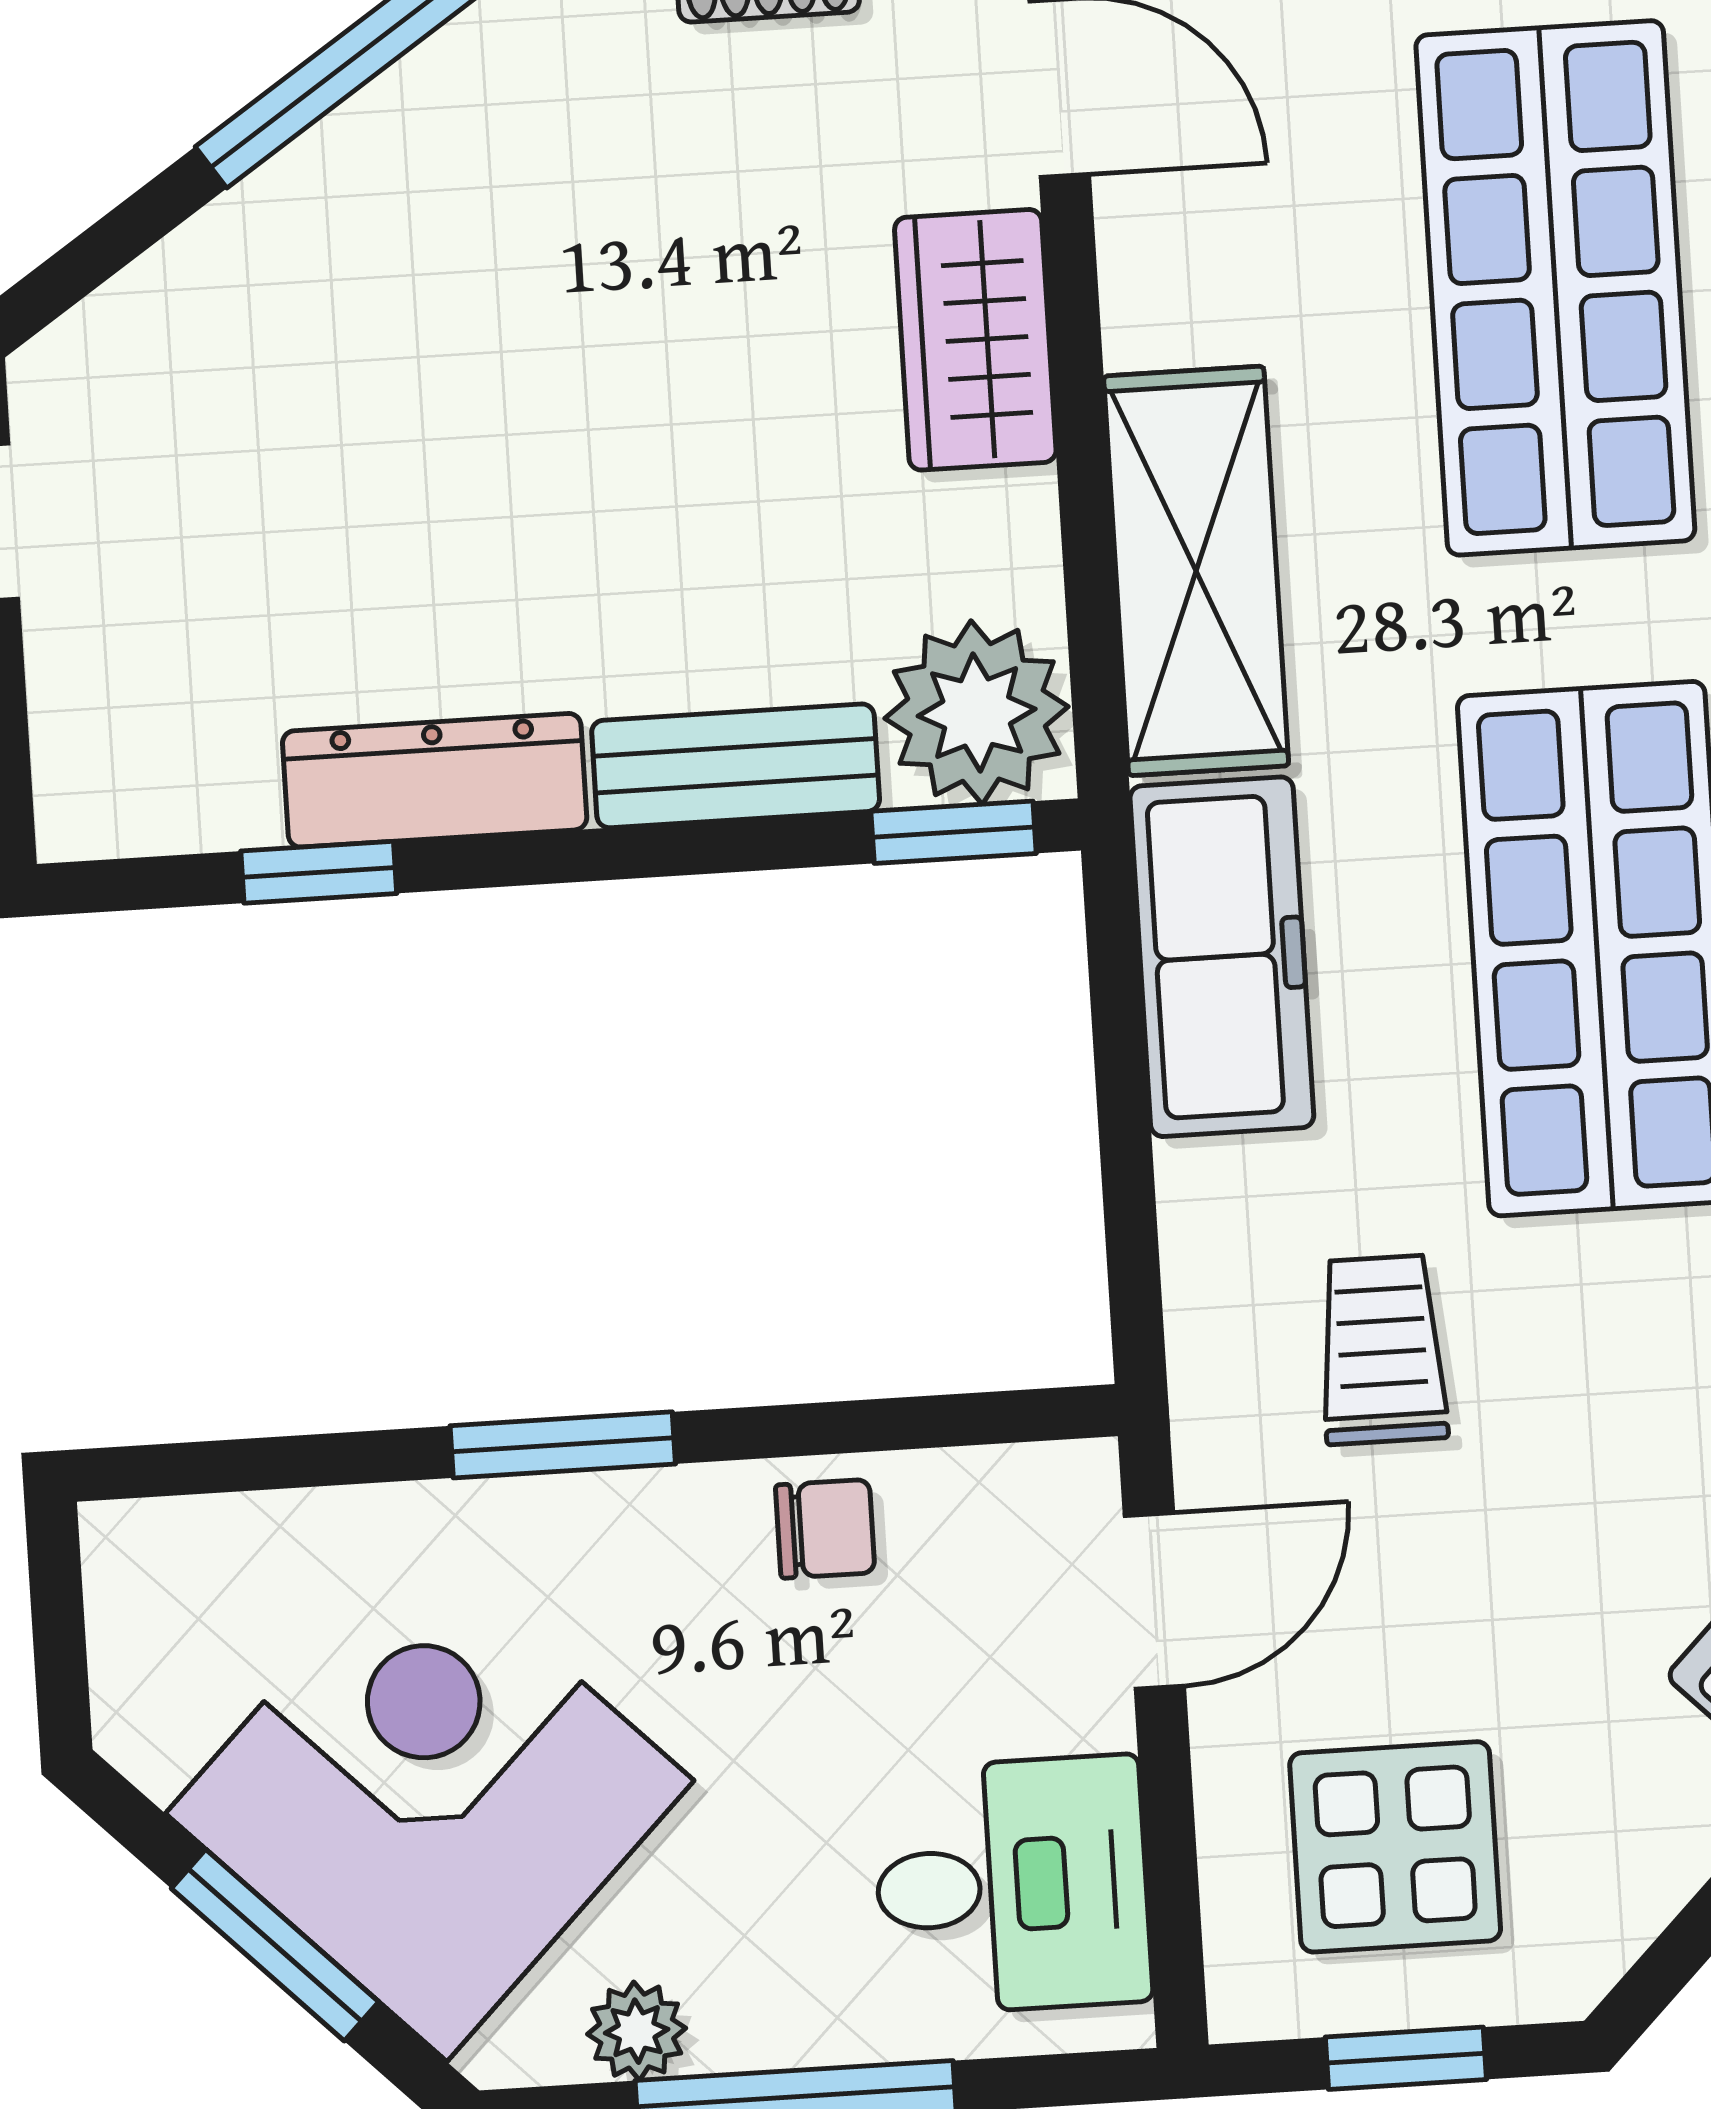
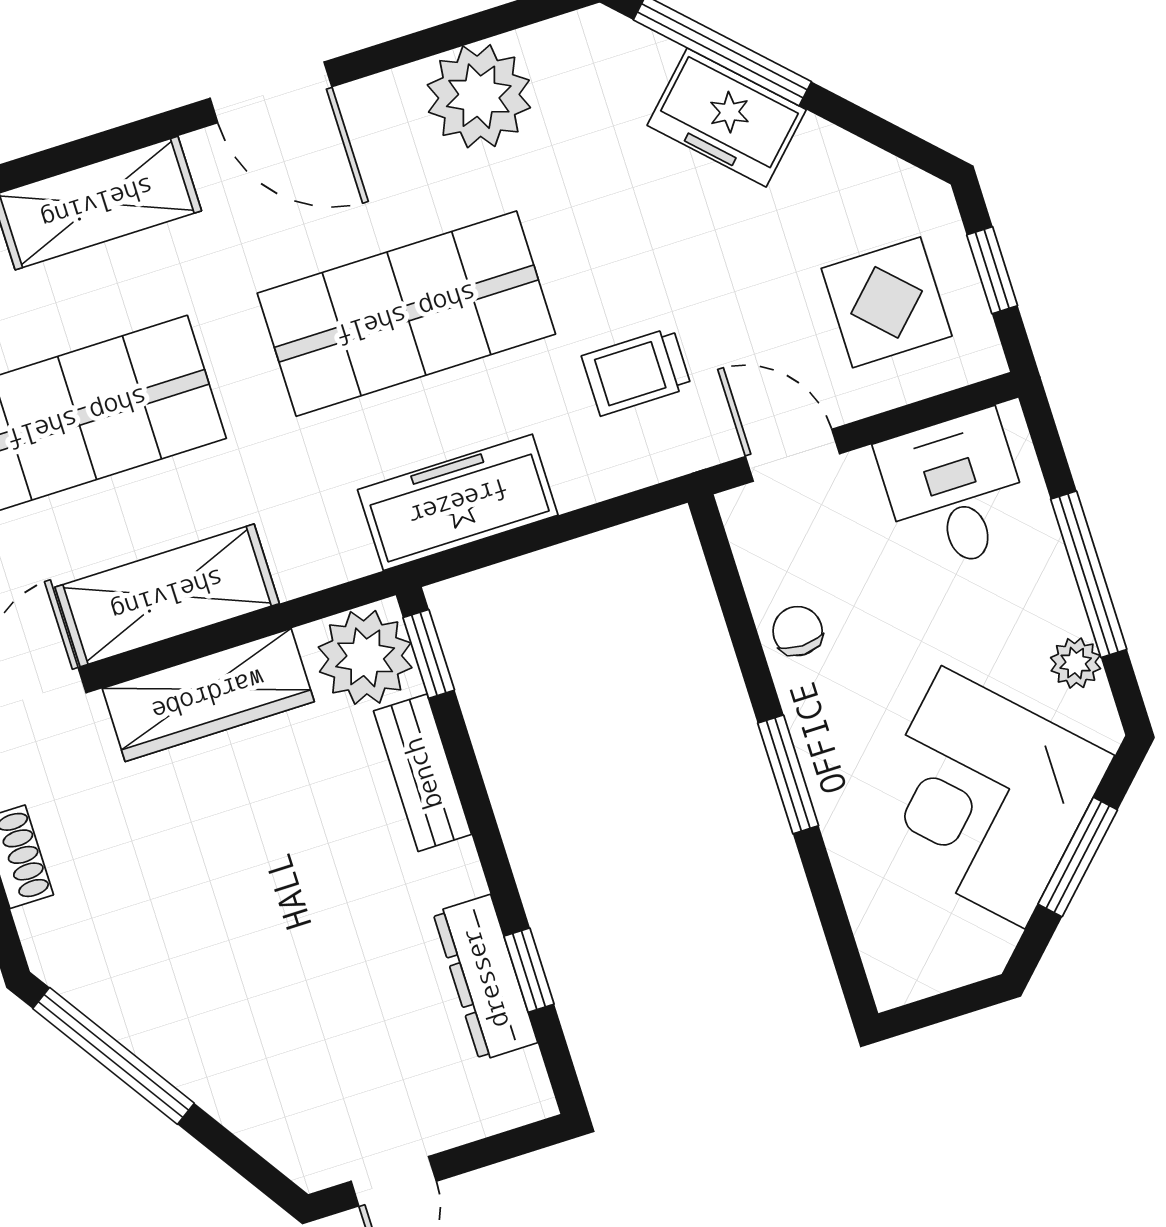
wardrobe: (975, 340) -> (208, 695), width x1.50
shelving: (1196, 571) -> (167, 595), moved
dresser: (435, 780) -> (485, 978), moved

